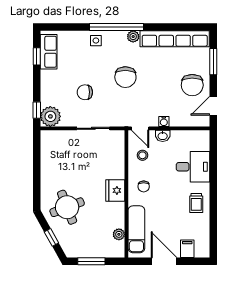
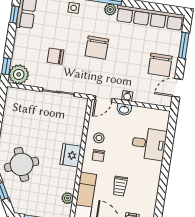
door: (140, 128) -> (104, 99), hinge flipped
stool: (142, 155) -> (99, 138), moved
trolley: (196, 203) -> (120, 186), moved

